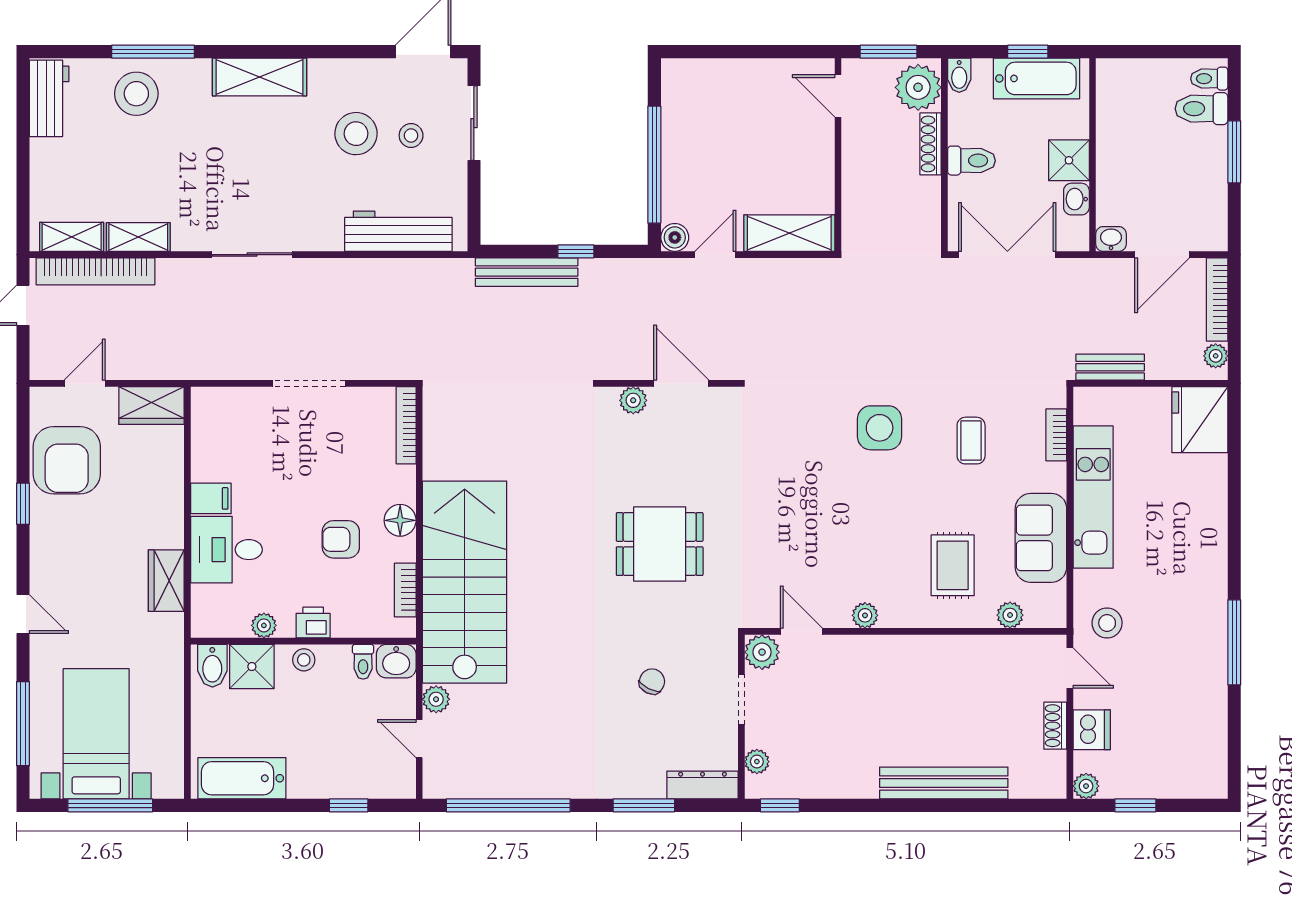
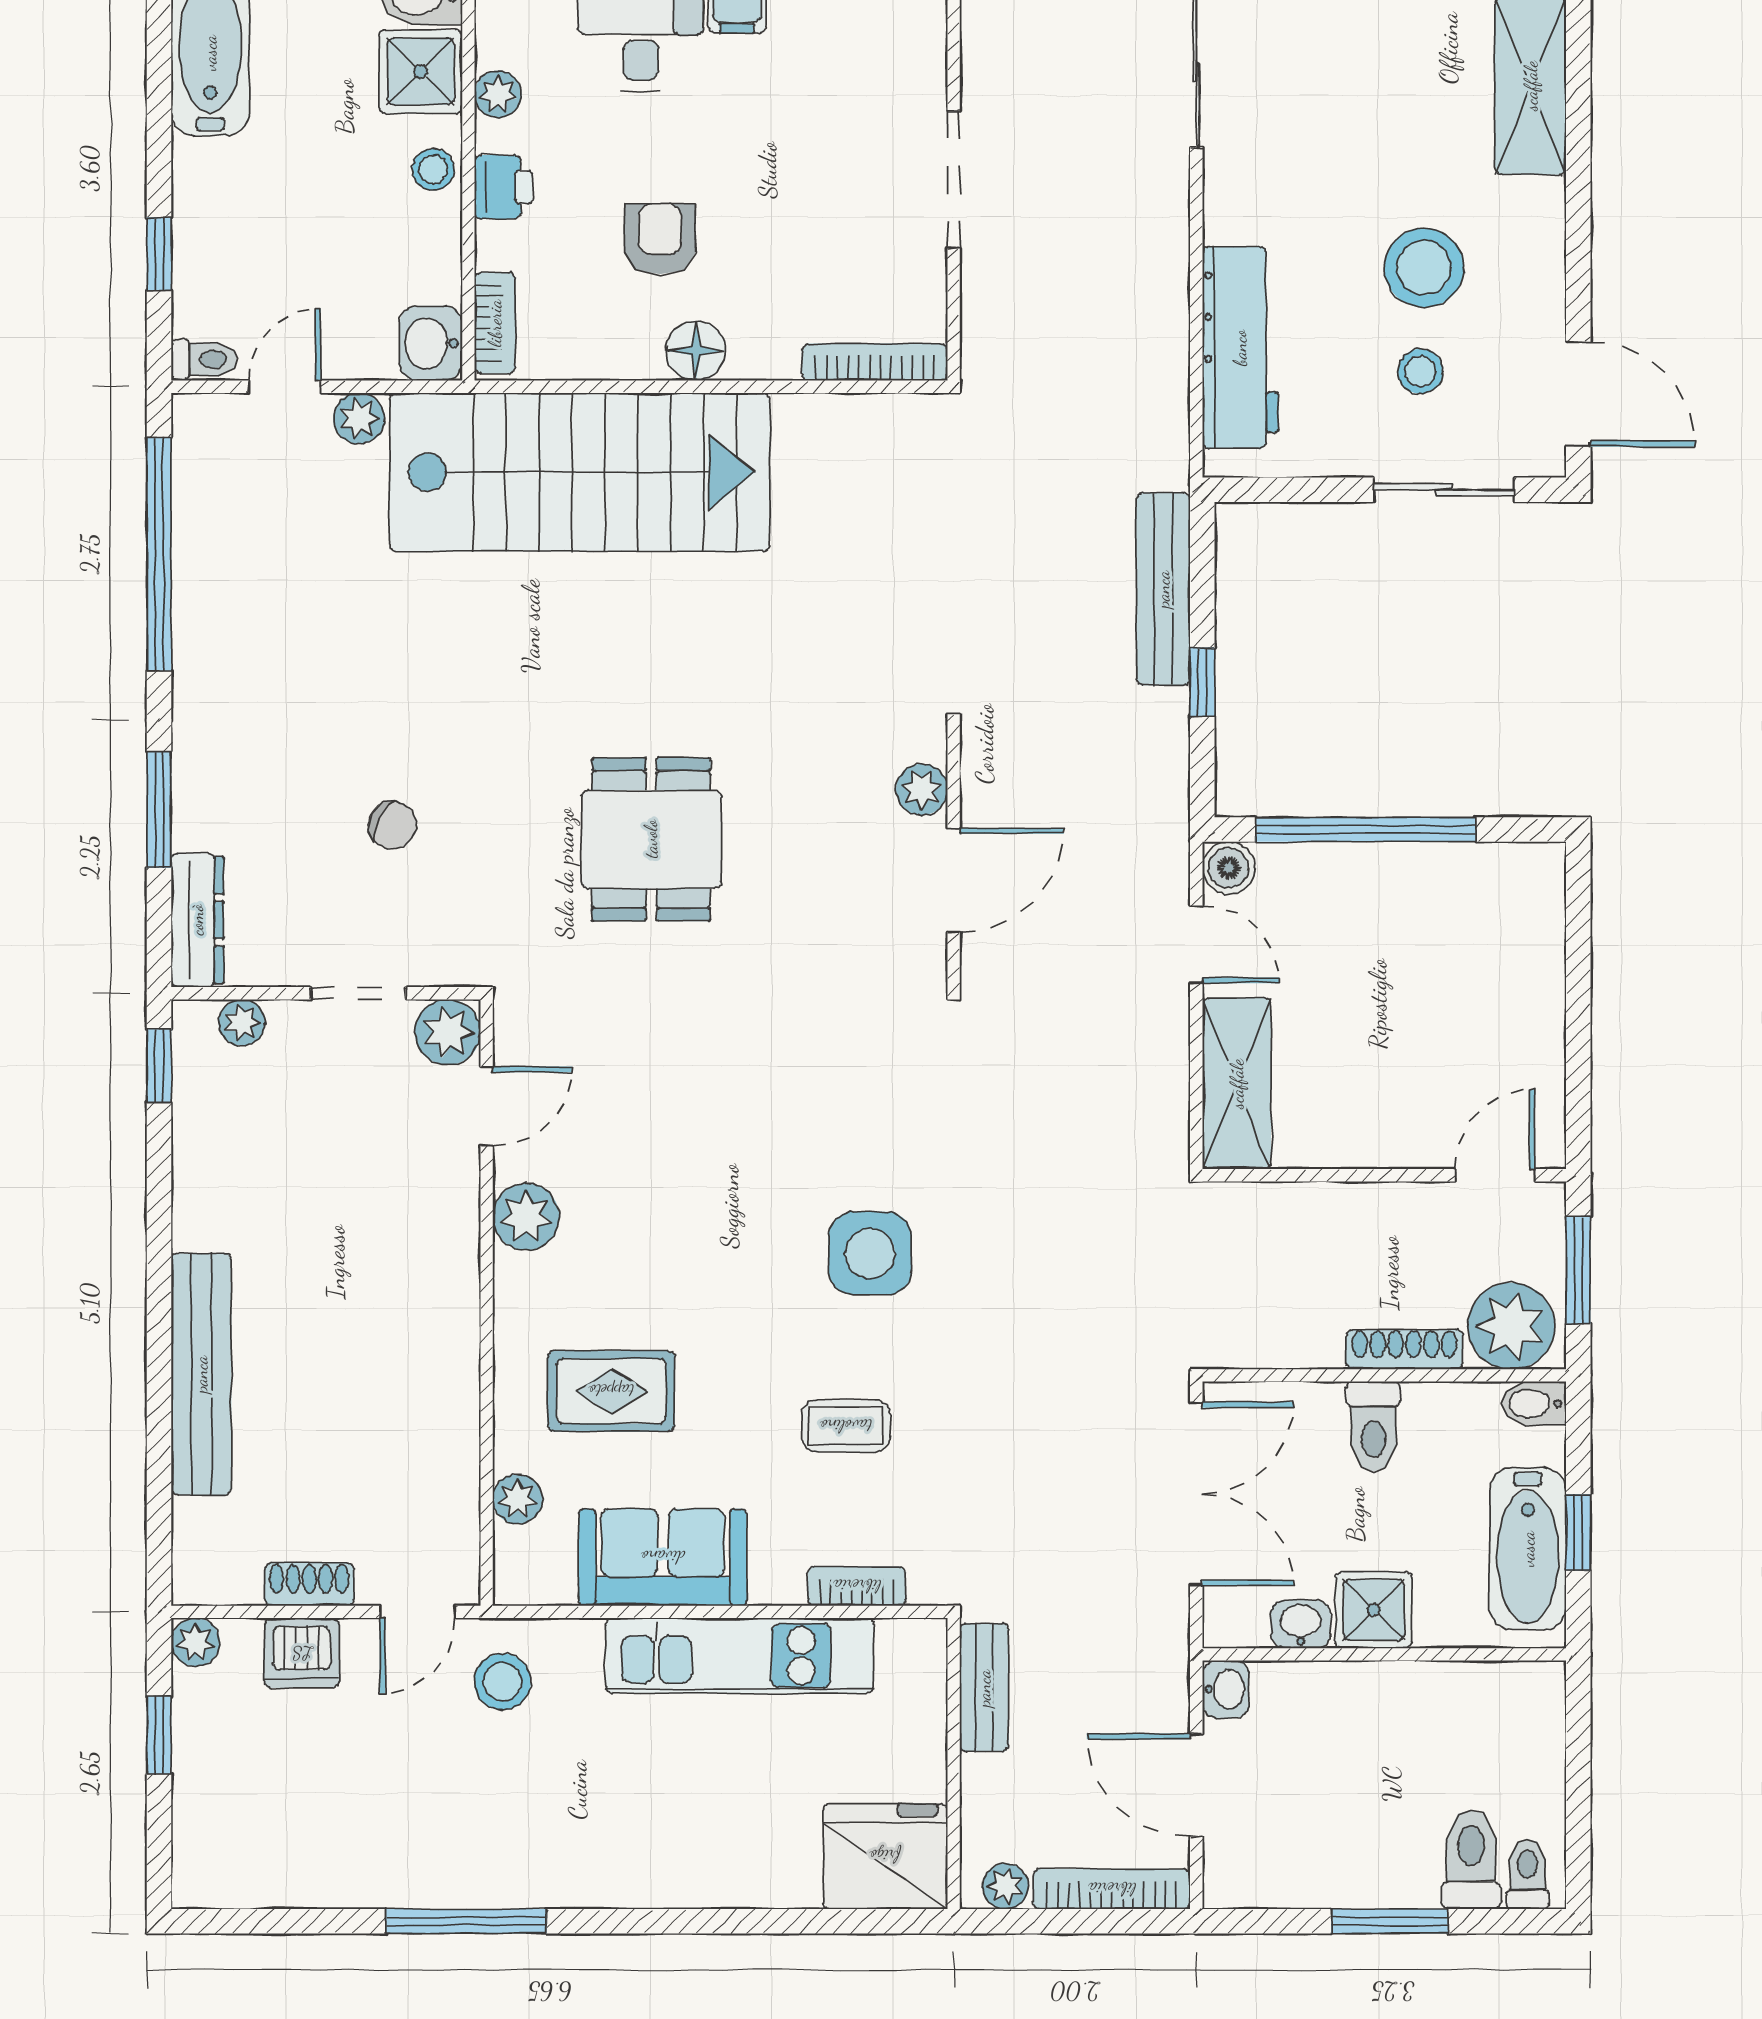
bookcase: (405, 590) -> (495, 323), moved, turned 90
plant: (865, 615) -> (526, 1217), width x1.38, depth x1.38
toilet: (363, 662) -> (204, 359), moved, turned 180

